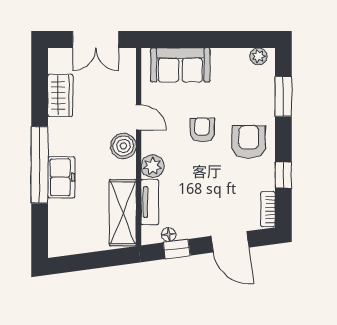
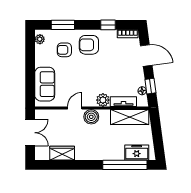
armchair: (202, 130) -> (64, 50), moved
window: (40, 165) -> (125, 165), moved
freezer: (61, 177) -> (137, 152), moved
door: (230, 242) -> (146, 56), hinge flipped

